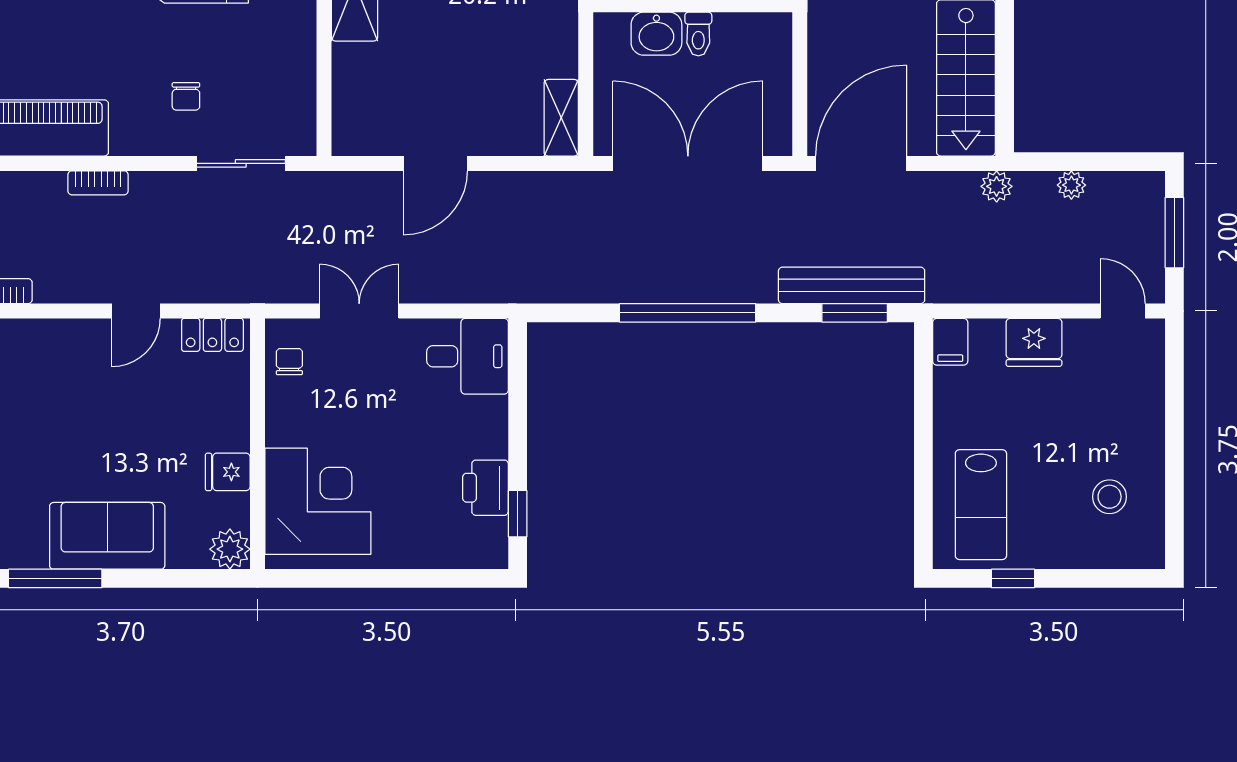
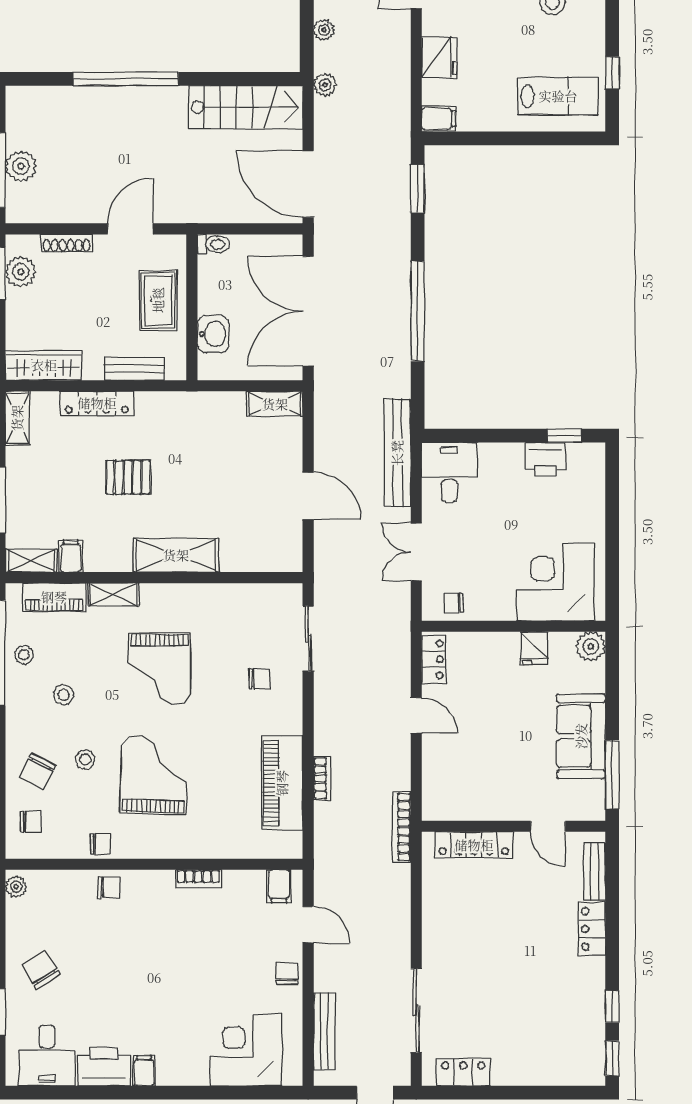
toilet: (698, 34) -> (213, 244), moved
bookcase: (98, 183) -> (322, 778), moved
bench: (852, 285) -> (397, 453), moved

